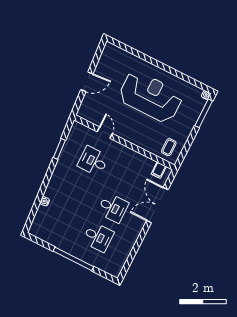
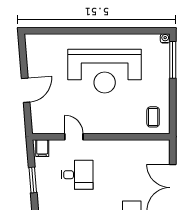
reception desk: (151, 97) -> (105, 71), turned 180
desk: (93, 161) -> (77, 175), turned 180
filing cabinet: (159, 170) -> (42, 148), moved

